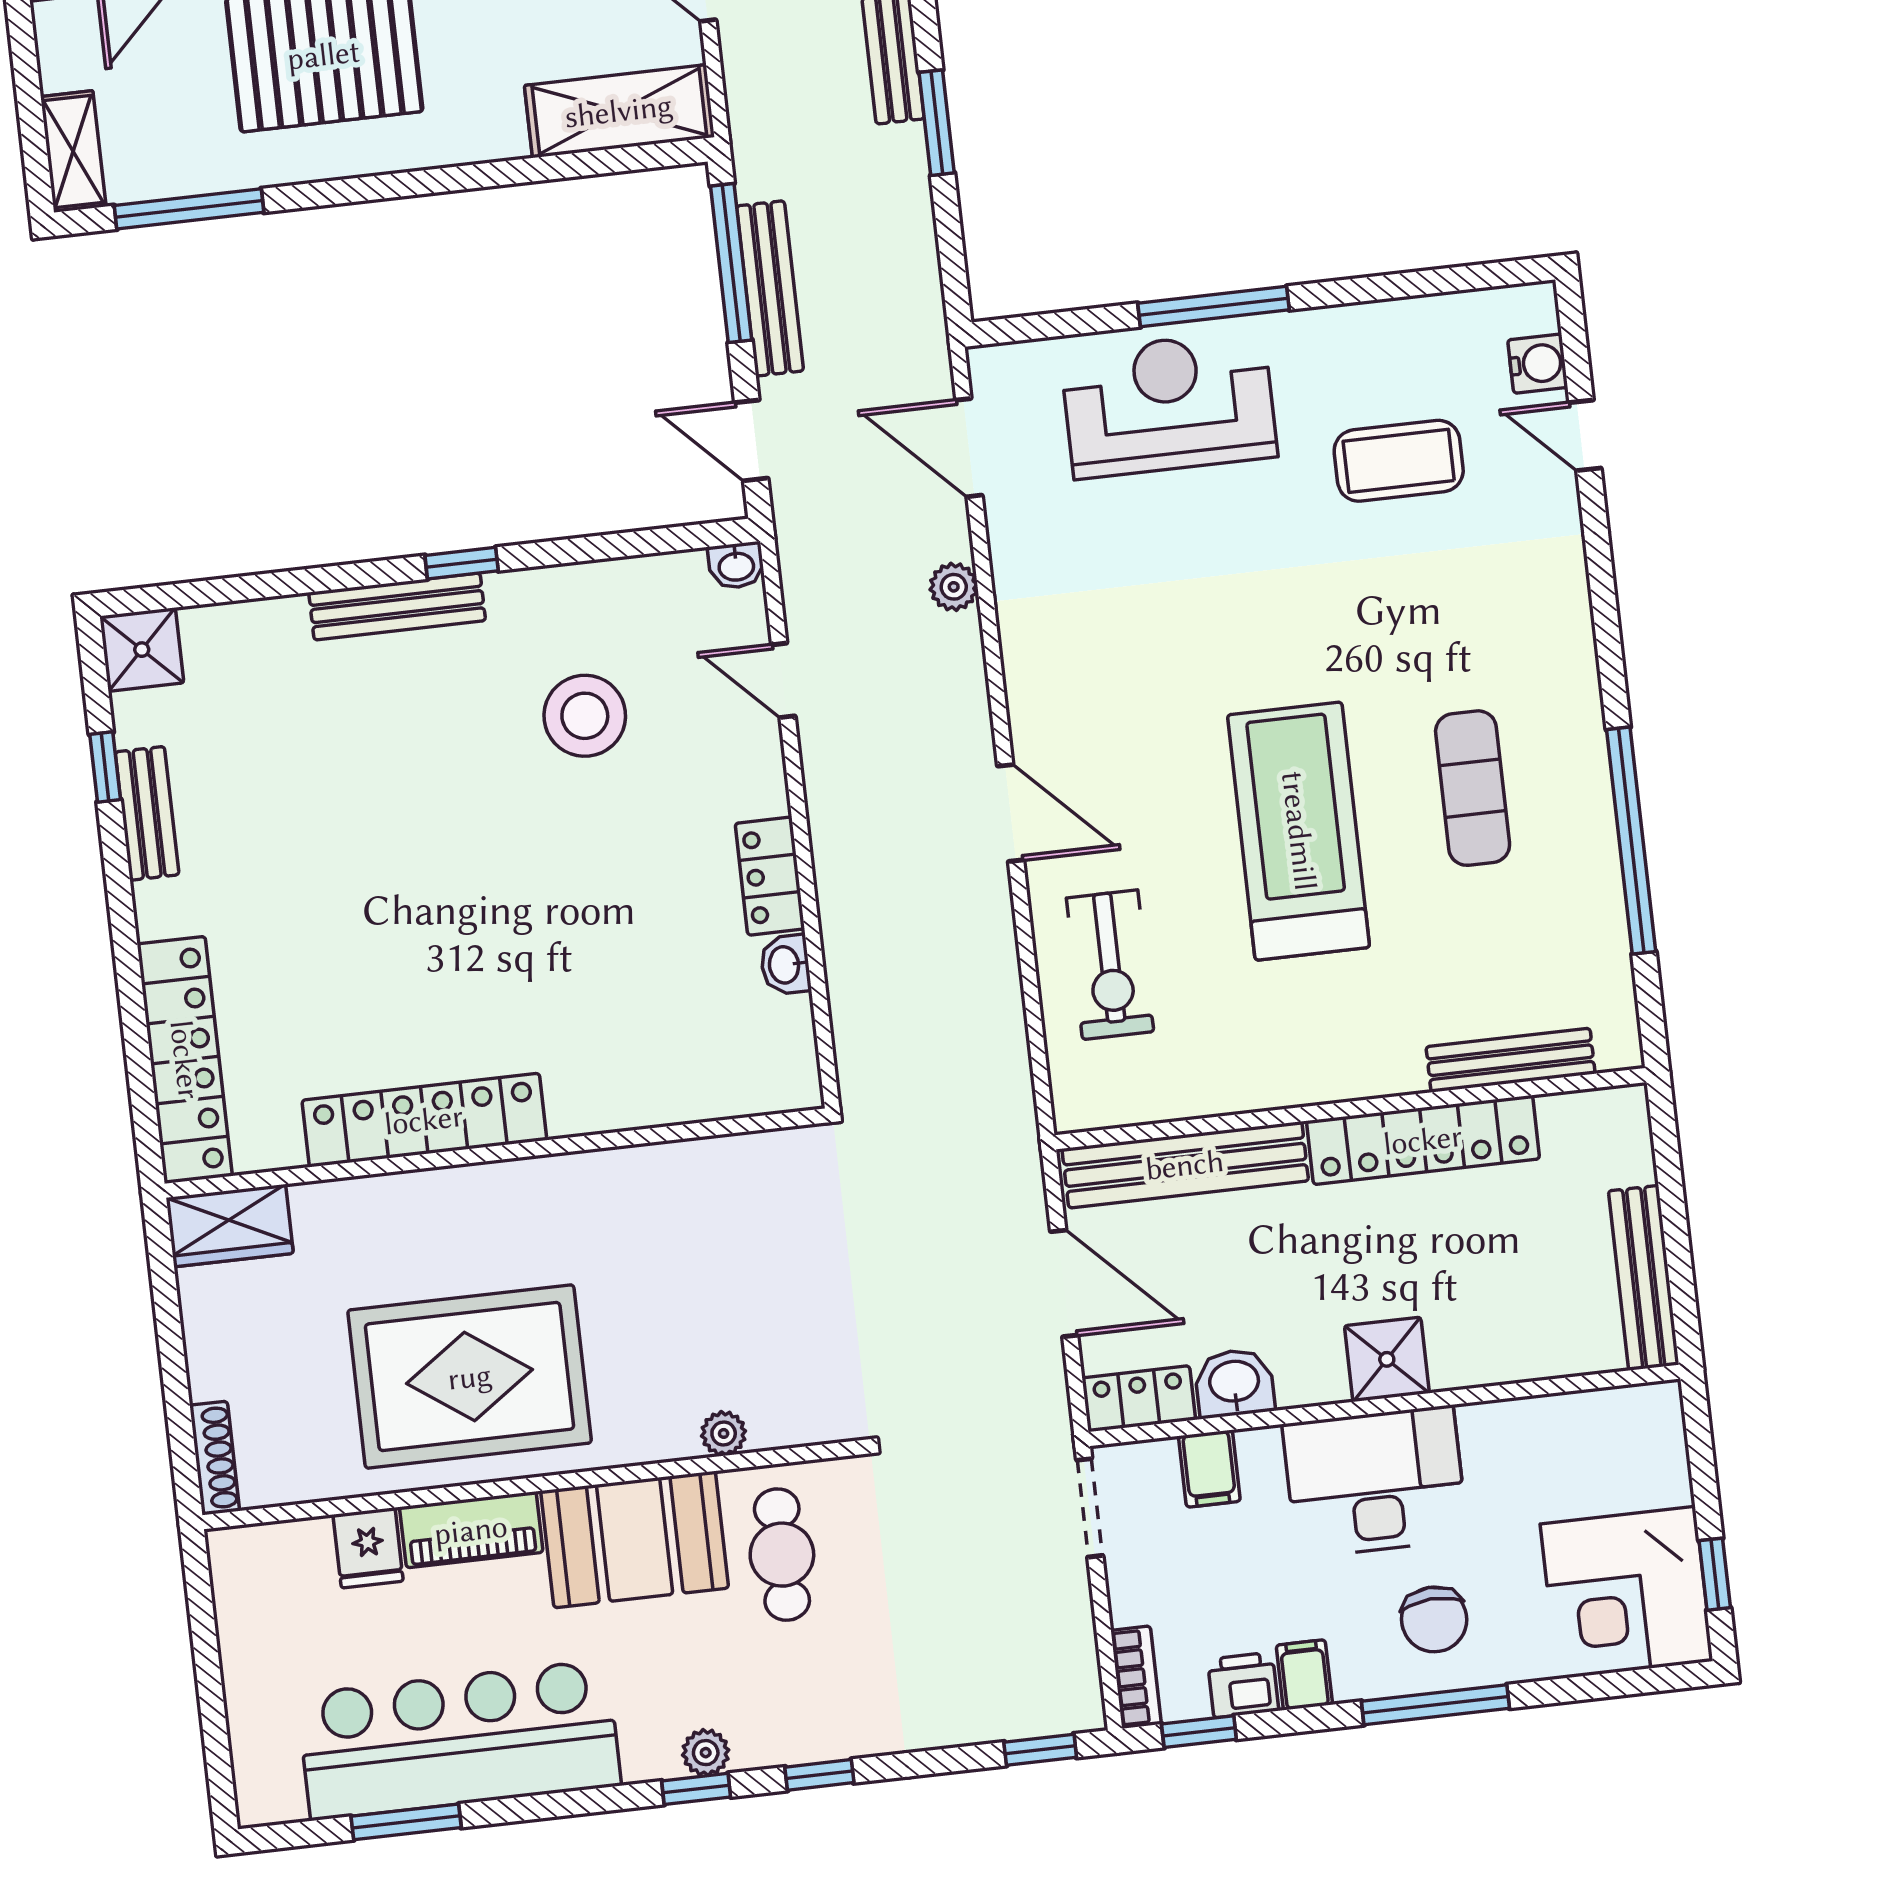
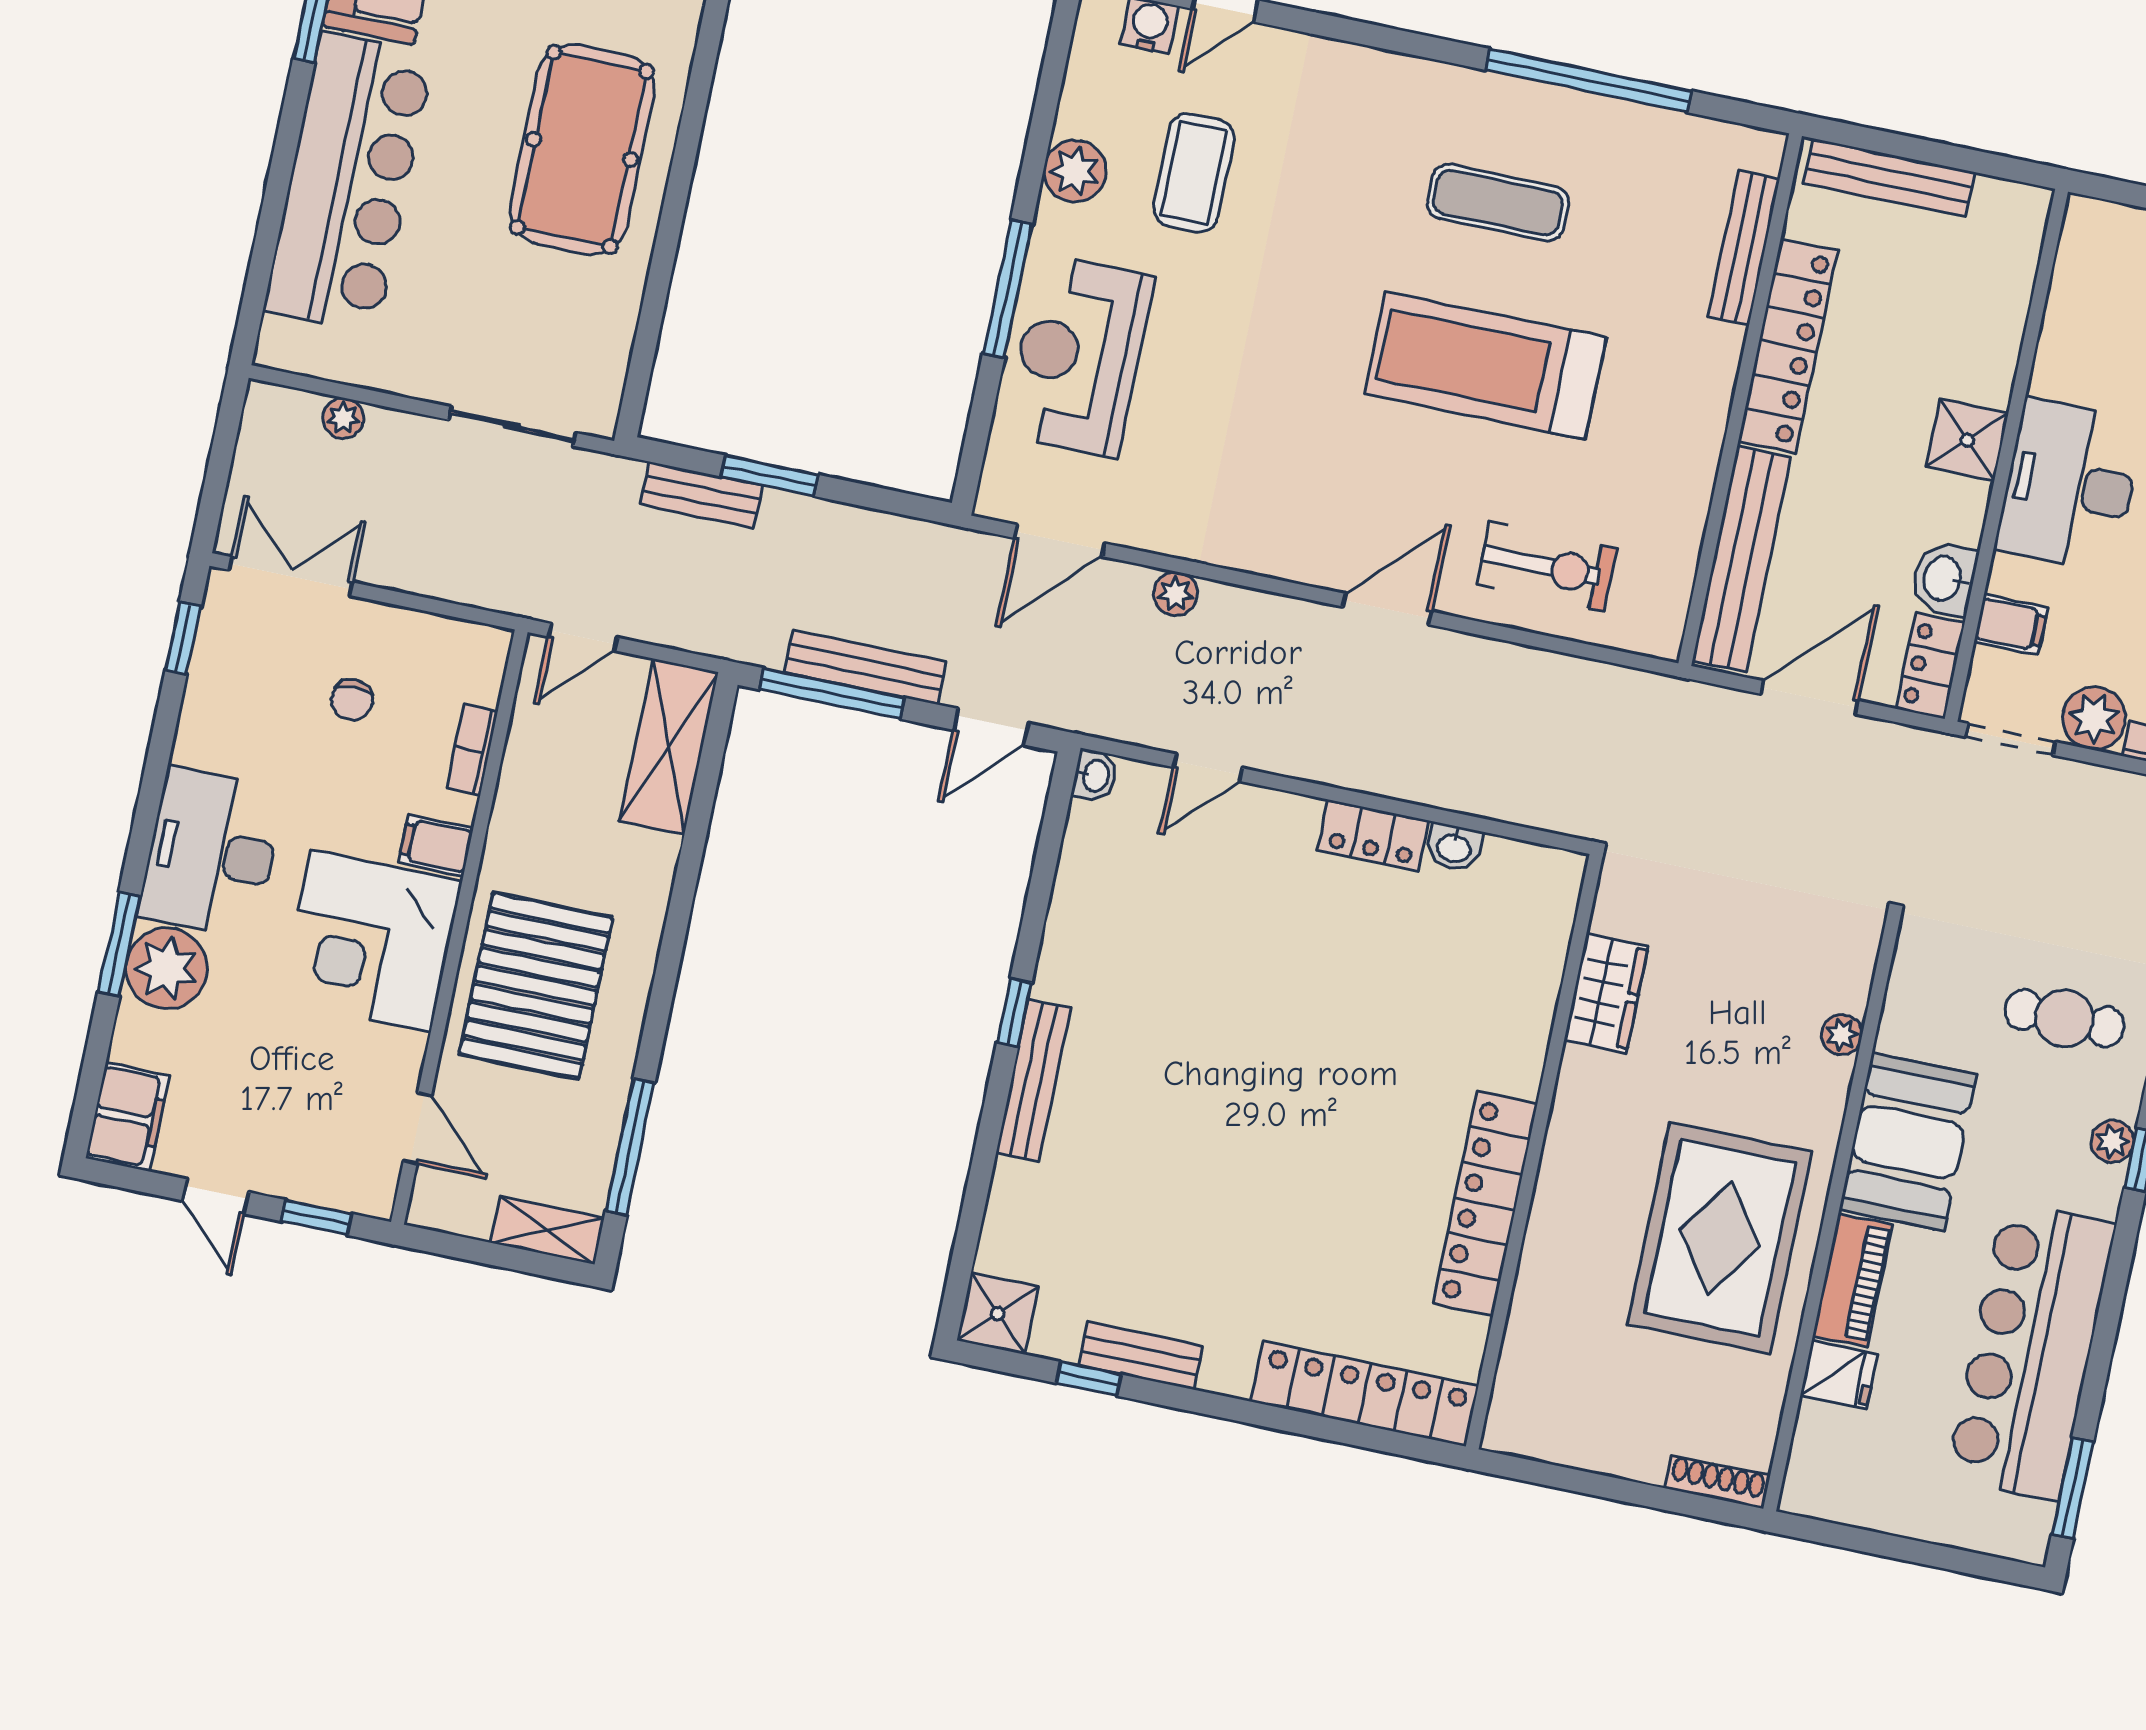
plant: (1360, 336) -> (1075, 171), added
stool: (585, 716) -> (1182, 949), removed
wardrobe: (230, 1226) -> (1606, 993), moved
bench: (1644, 1278) -> (1889, 178), moved
cafe table: (782, 1555) -> (2064, 1018), moved
plant: (1141, 1587) -> (2094, 718), added
window: (406, 1822) -> (2073, 1488), moved

